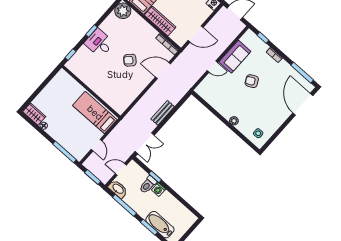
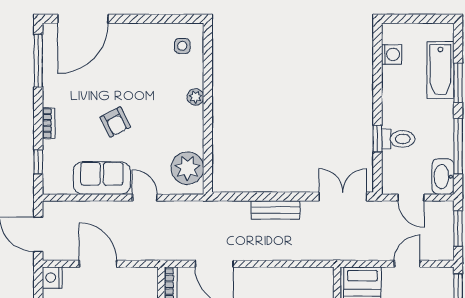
door: (196, 34) -> (98, 264), moved
plant: (209, 93) -> (187, 168), added
washing machine: (159, 190) -> (391, 54), moved

